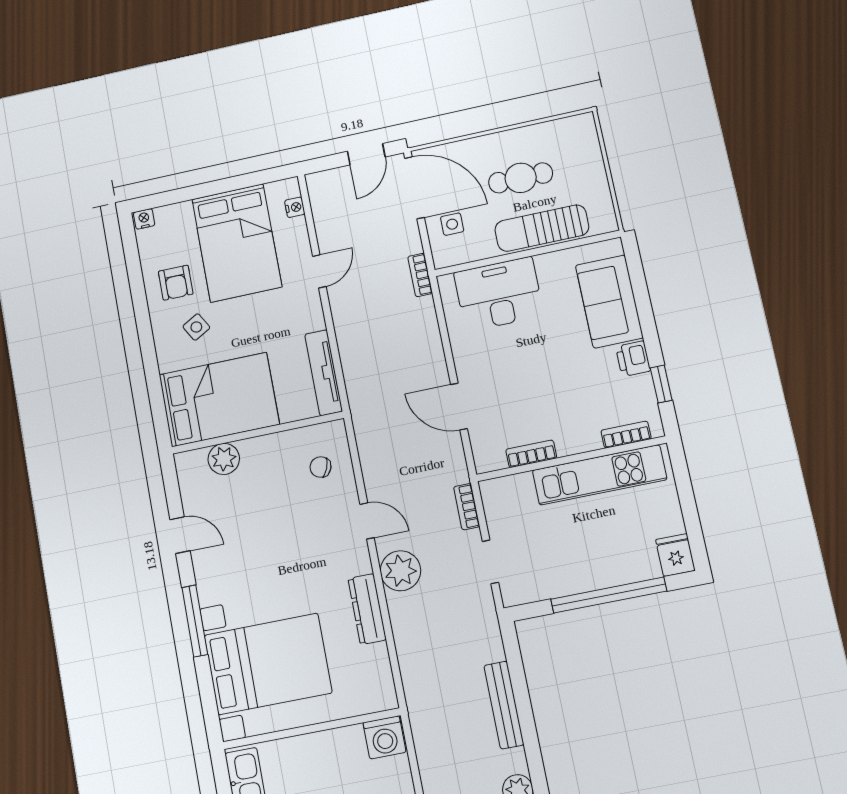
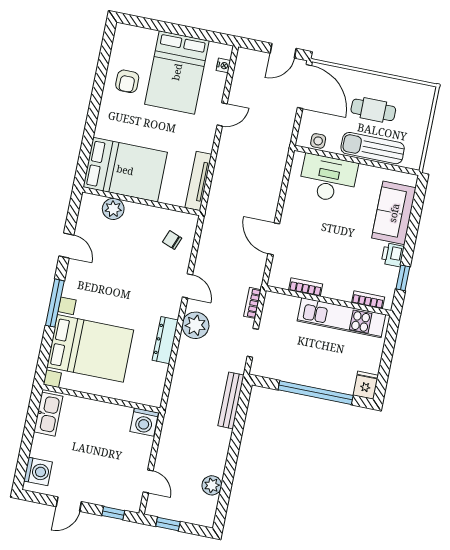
nightstand: (144, 219) -> (123, 30), removed
side table: (452, 224) -> (318, 141), moved
bookcase: (420, 275) -> (284, 145), removed
side table: (196, 327) -> (129, 116), removed
bench: (504, 705) -> (231, 400), moved

